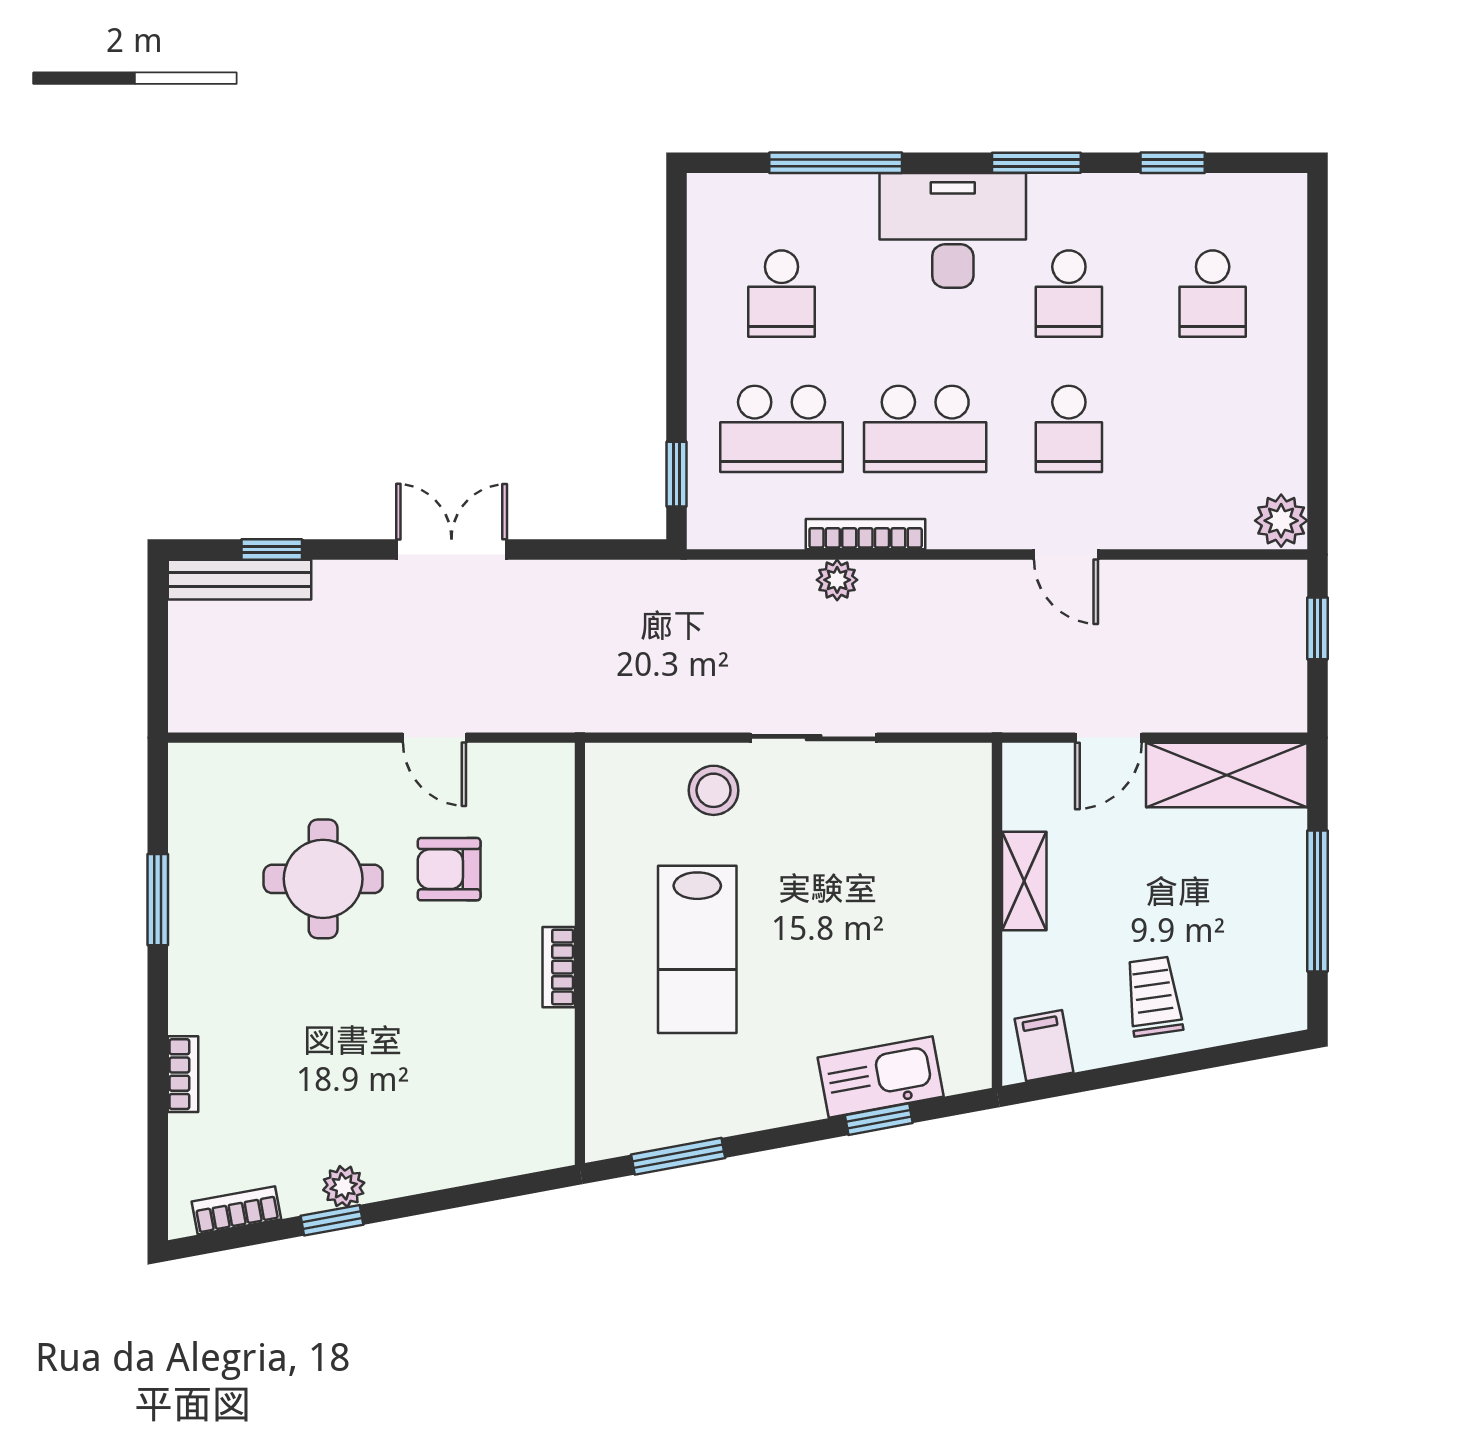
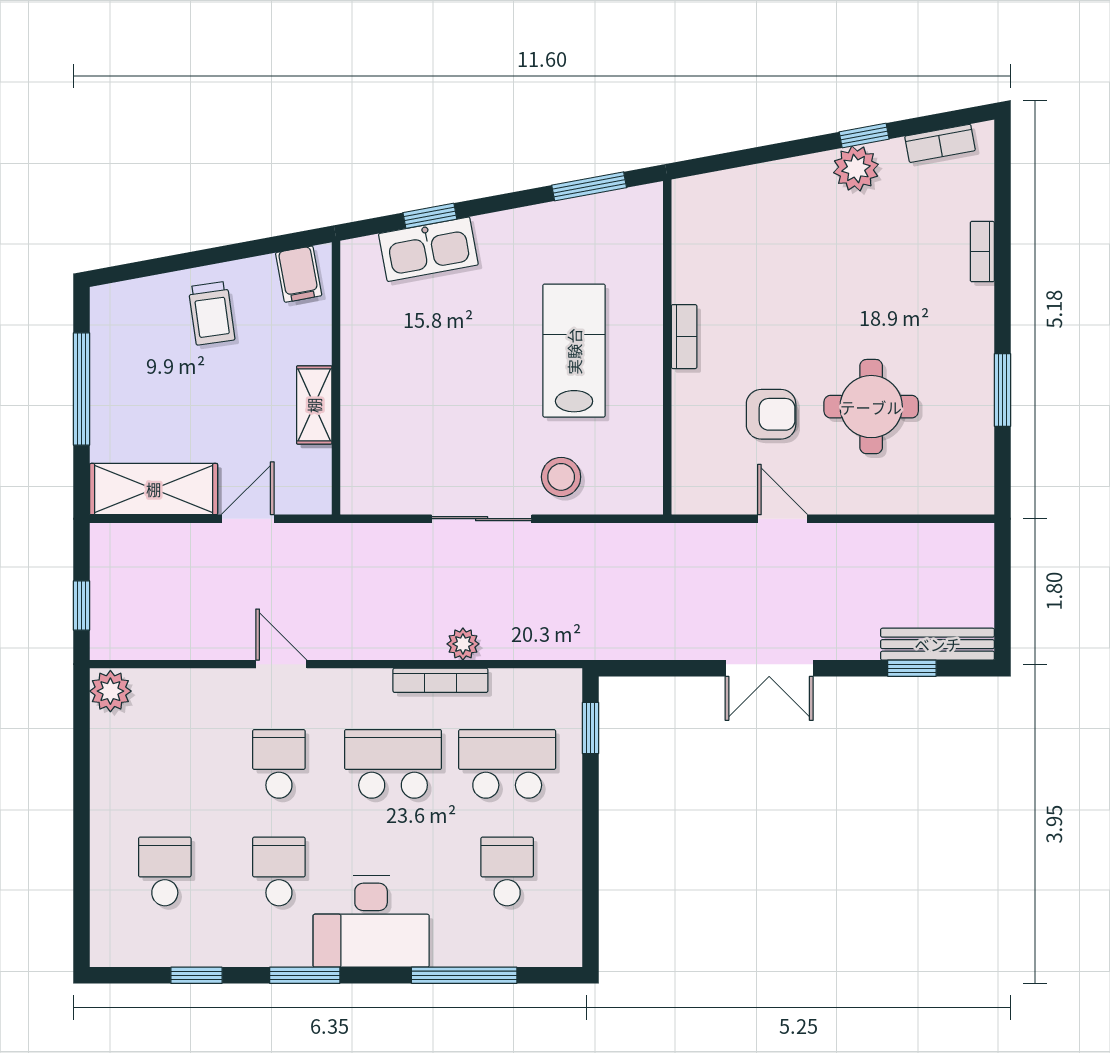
plant: (344, 1186) -> (856, 169), width x1.38, depth x1.38

